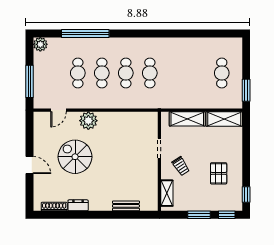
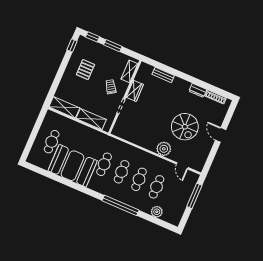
window: (85, 33) -> (121, 205), moved
plant: (40, 44) -> (157, 212), moved
booth: (186, 56) -> (73, 166), added
window: (246, 90) -> (39, 122), removed
door: (58, 110) -> (182, 166), swing flipped
wardrobe: (151, 173) -> (135, 91), added

